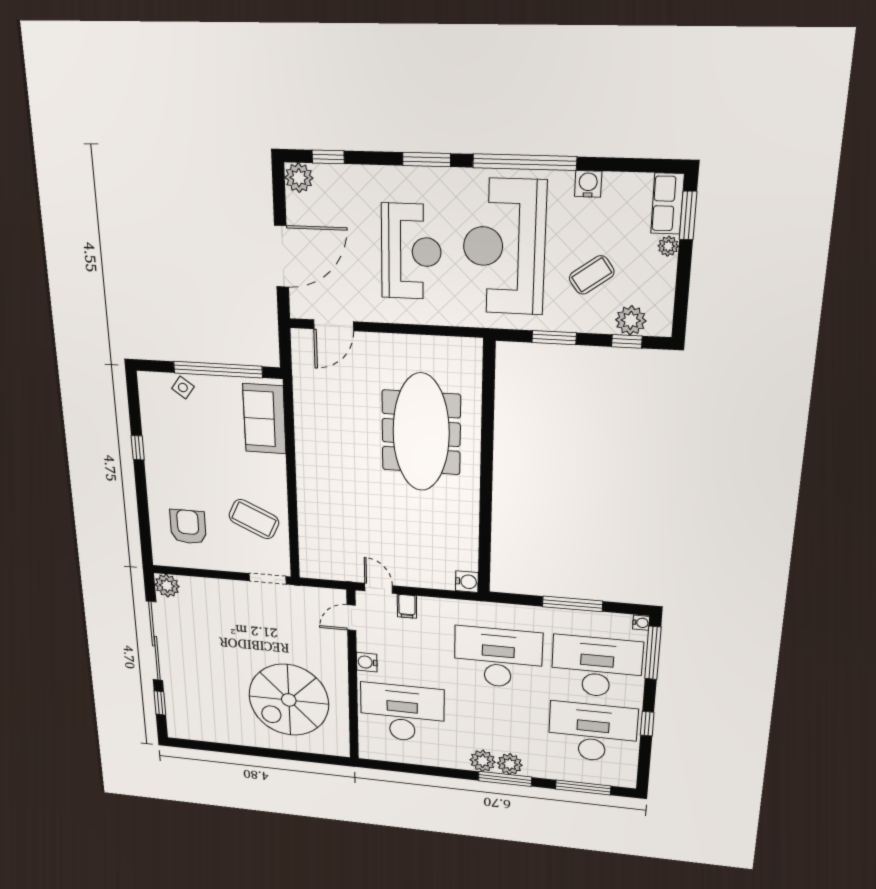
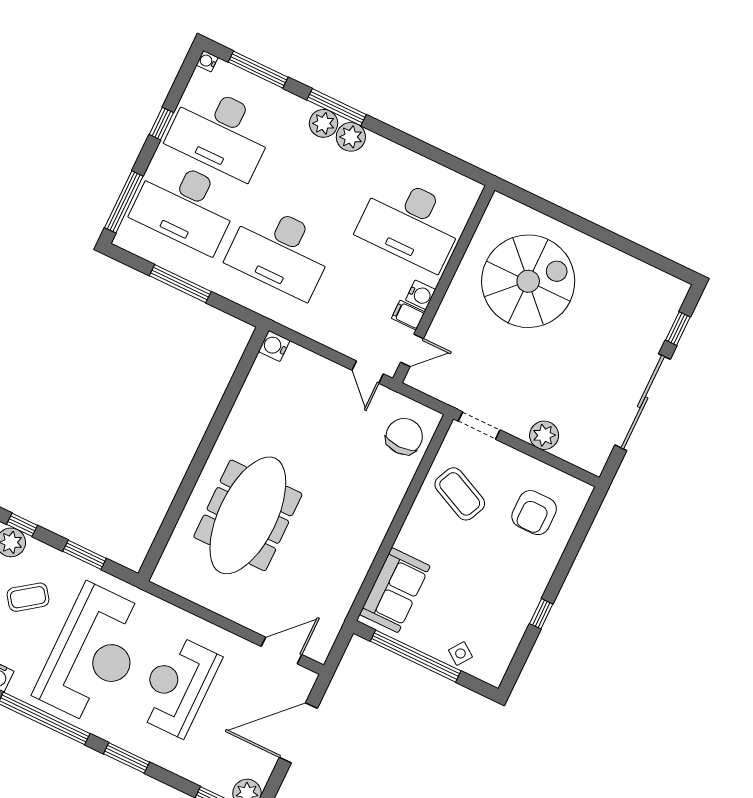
chair: (323, 548) -> (404, 436), added
plant: (167, 586) -> (544, 435), moved
filing cabinet: (407, 606) -> (408, 315), moved, turned -90
water cooler: (641, 623) -> (207, 61), moved

